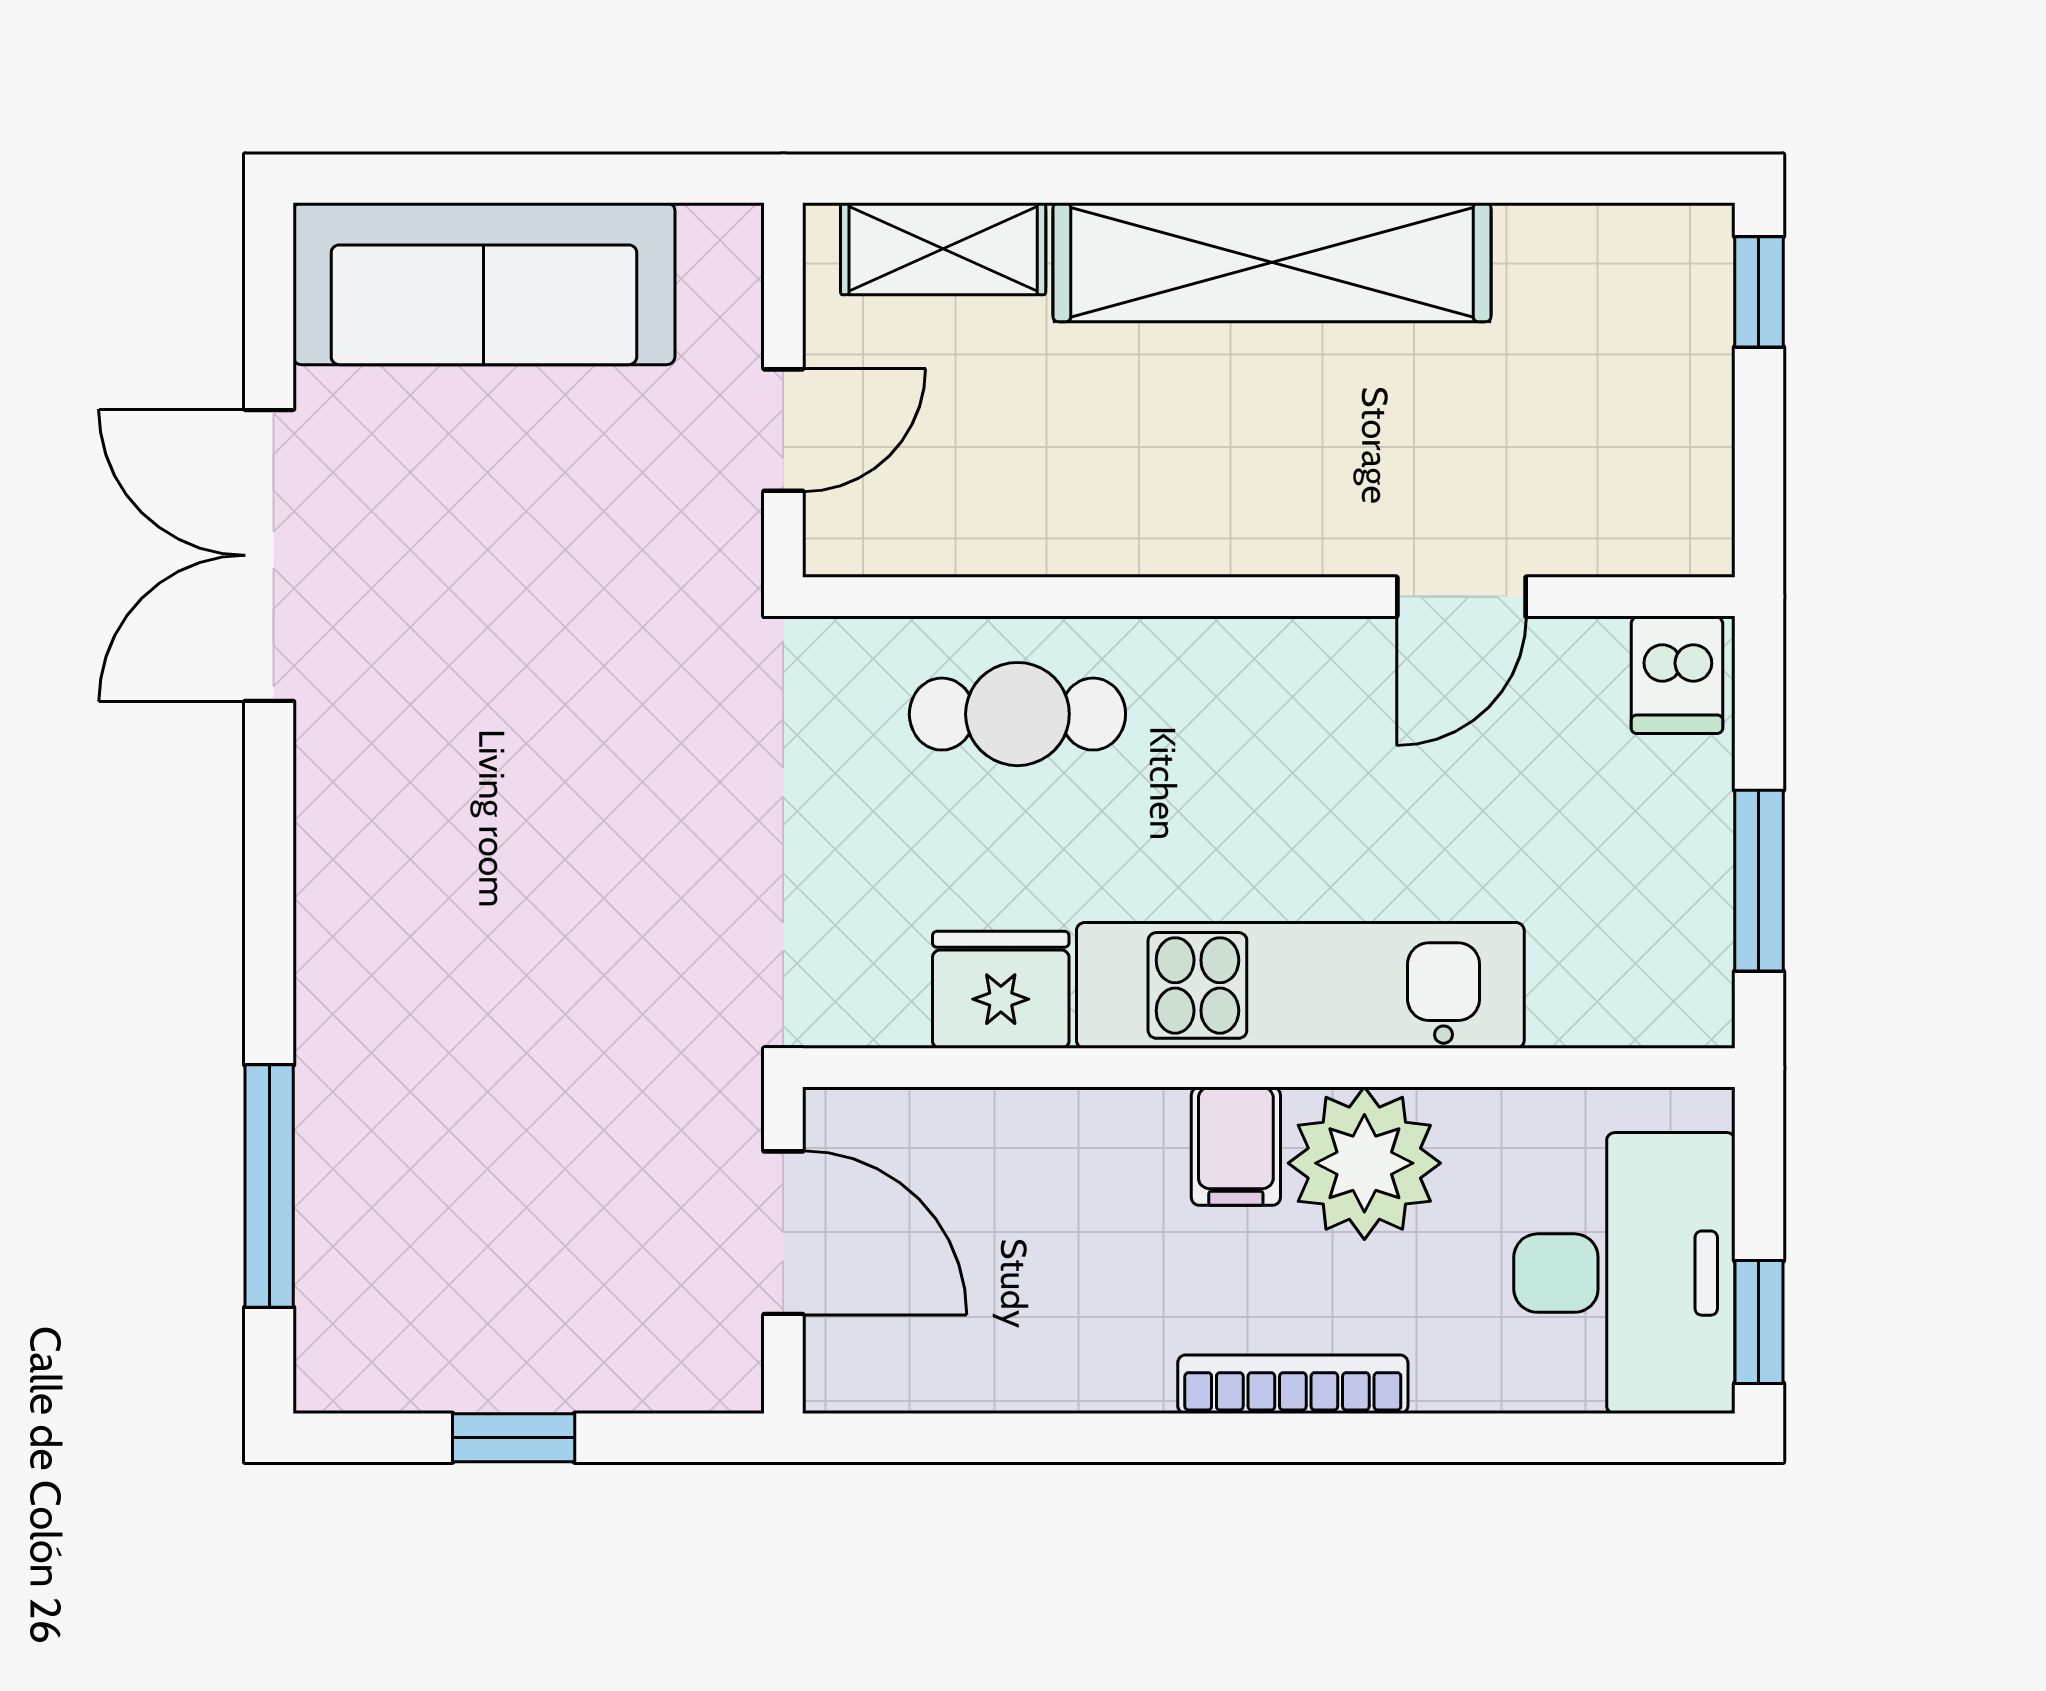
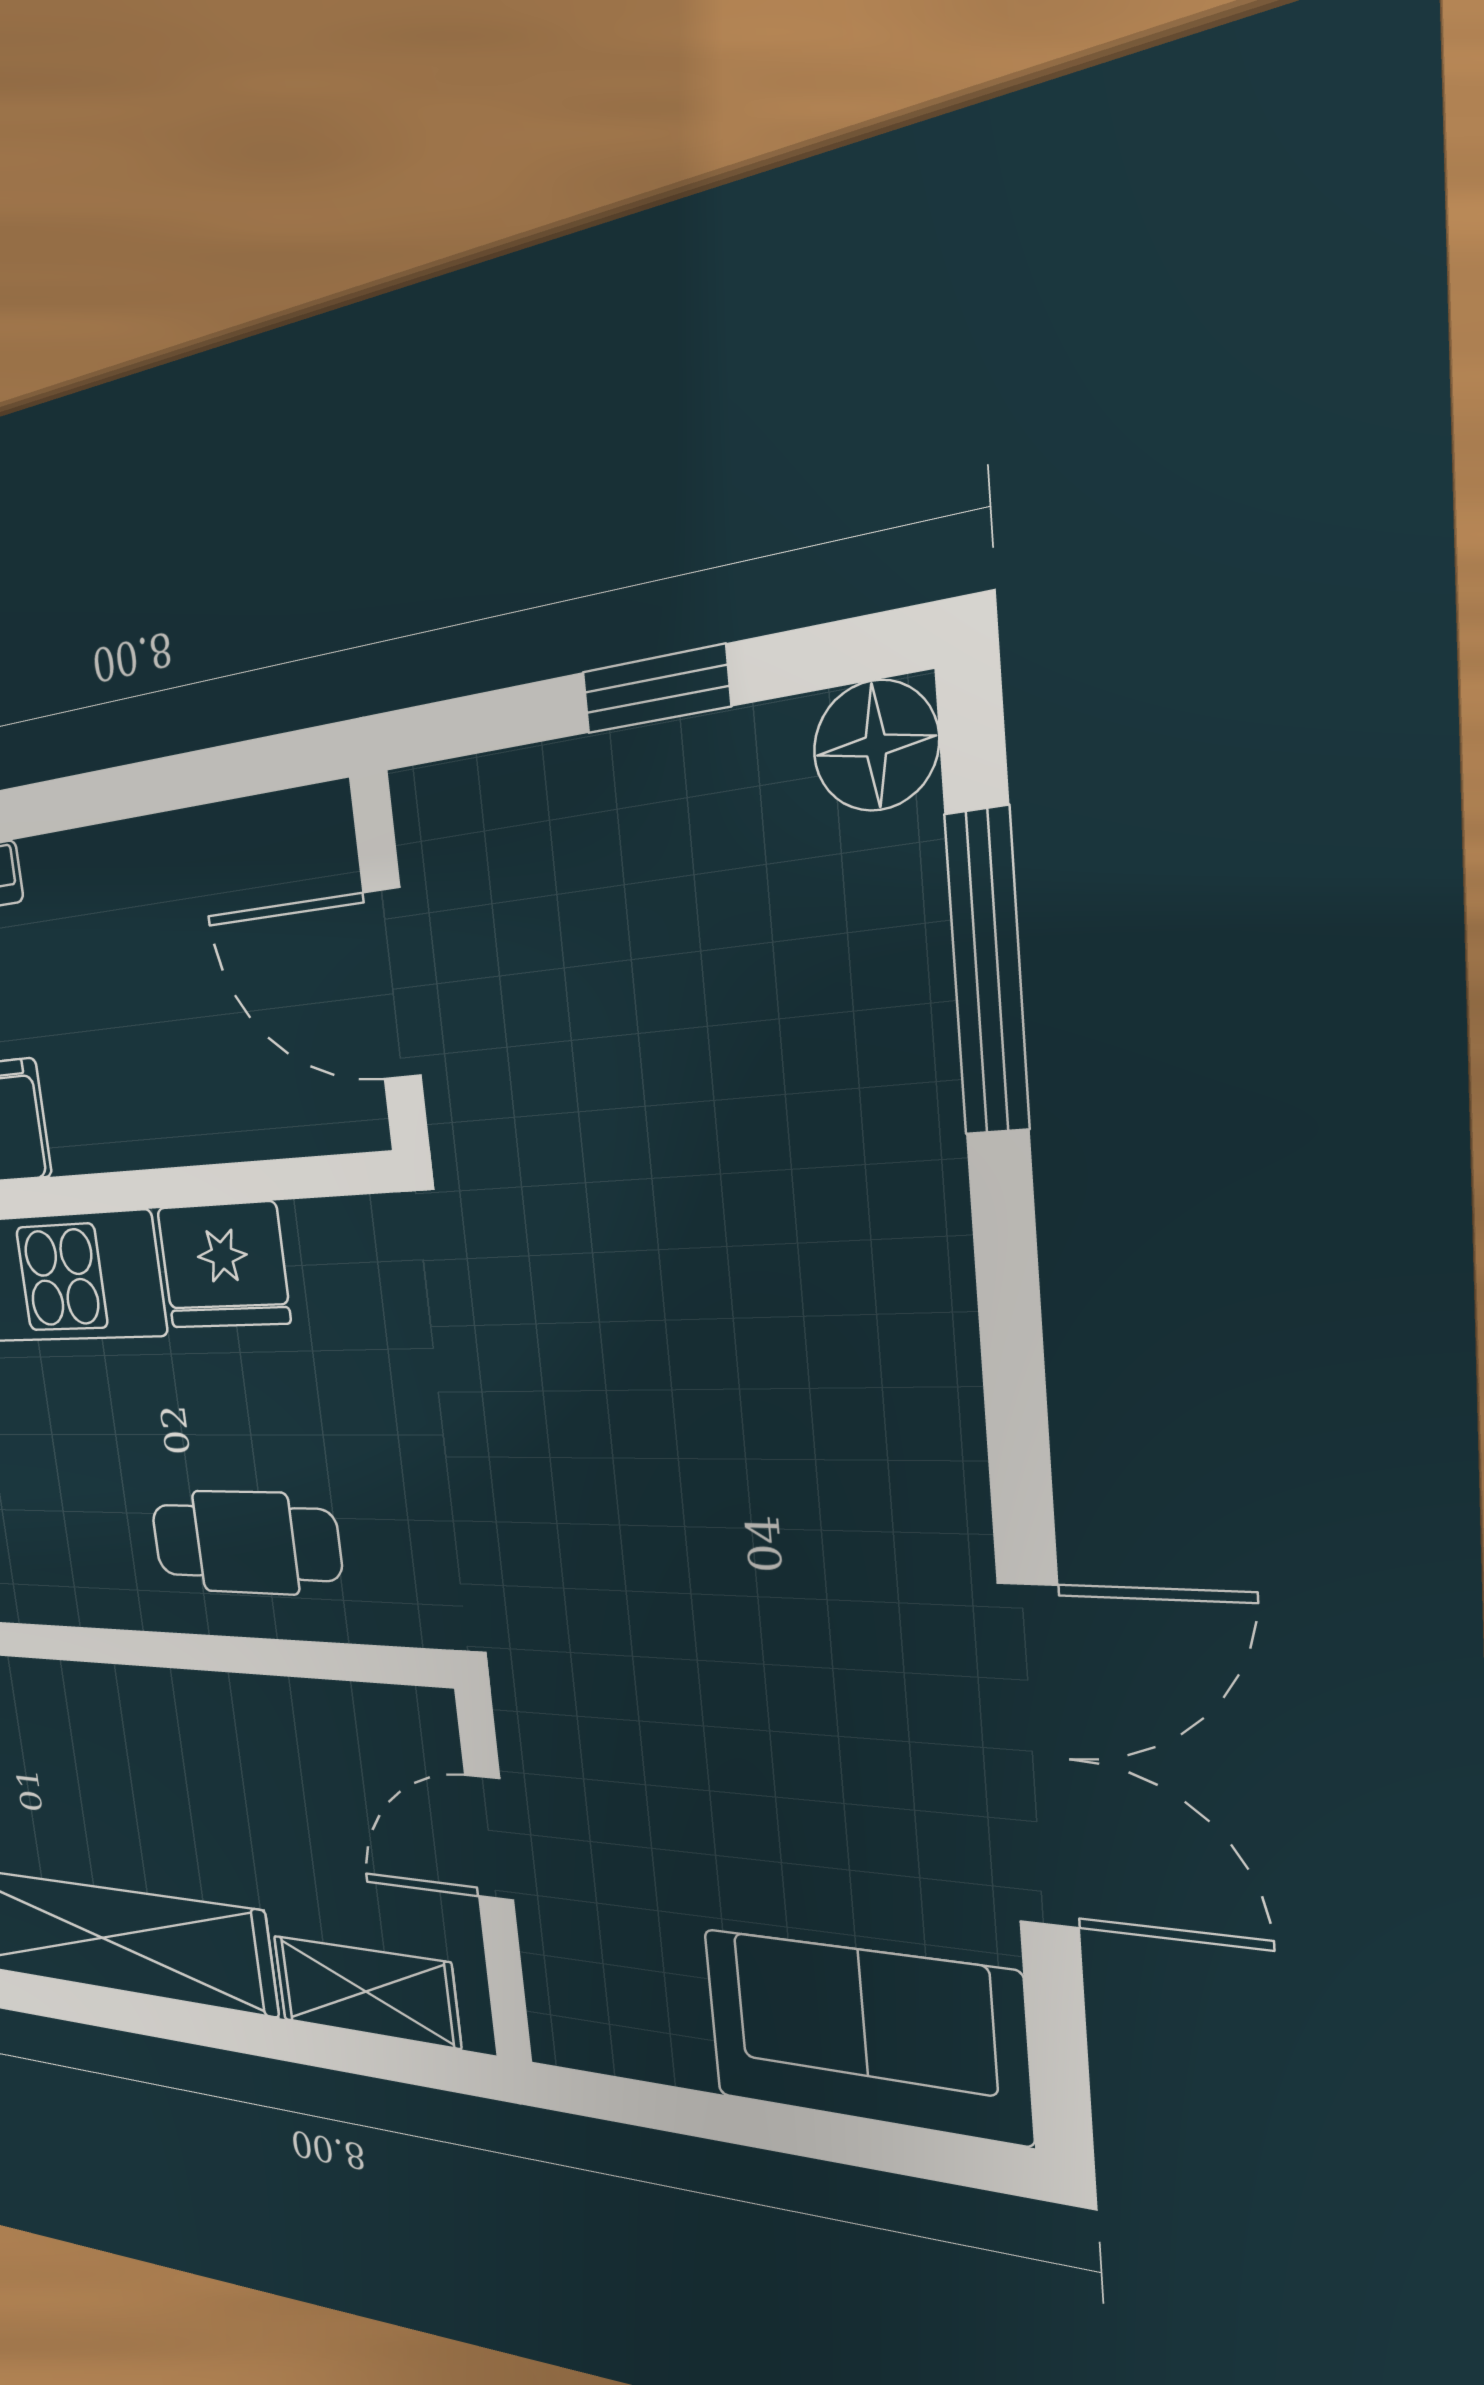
sofa: (484, 284) -> (865, 2035), width x0.73
floor lamp: (341, 1366) -> (876, 746), added

